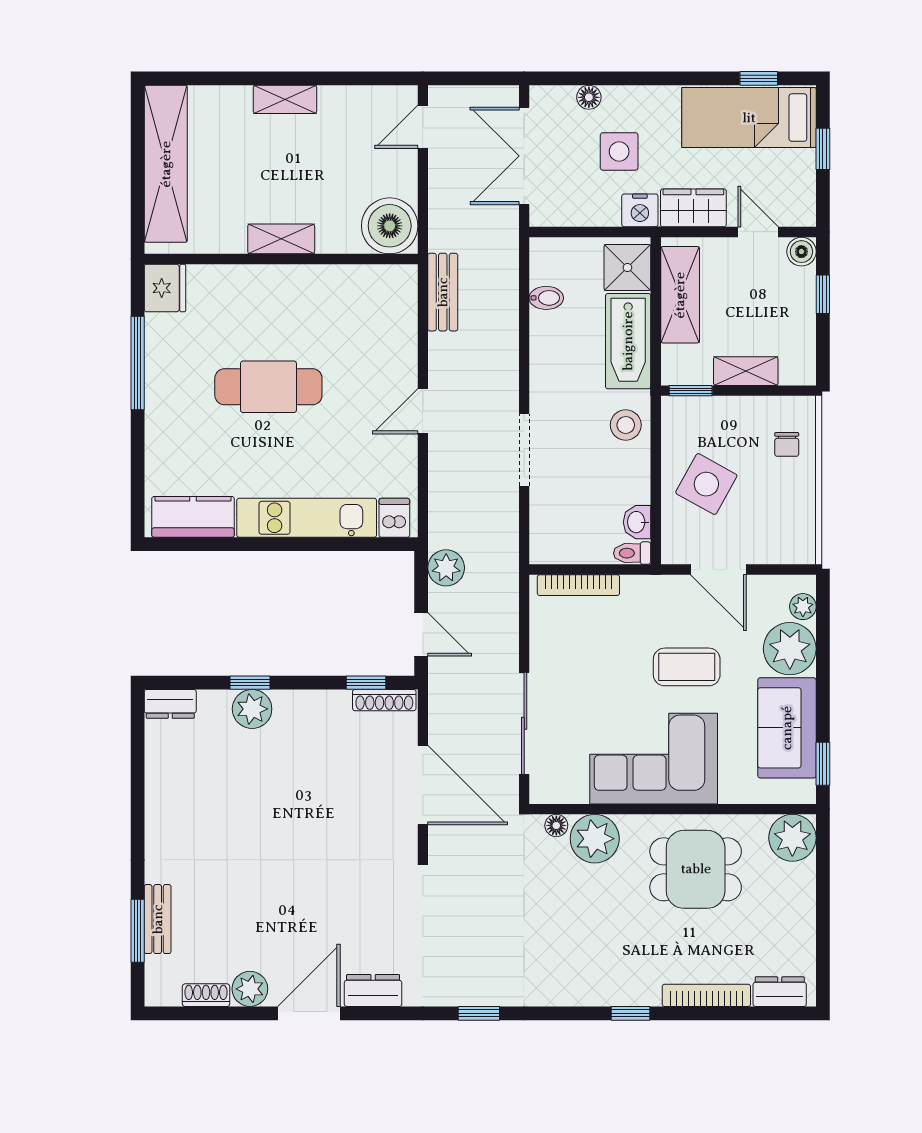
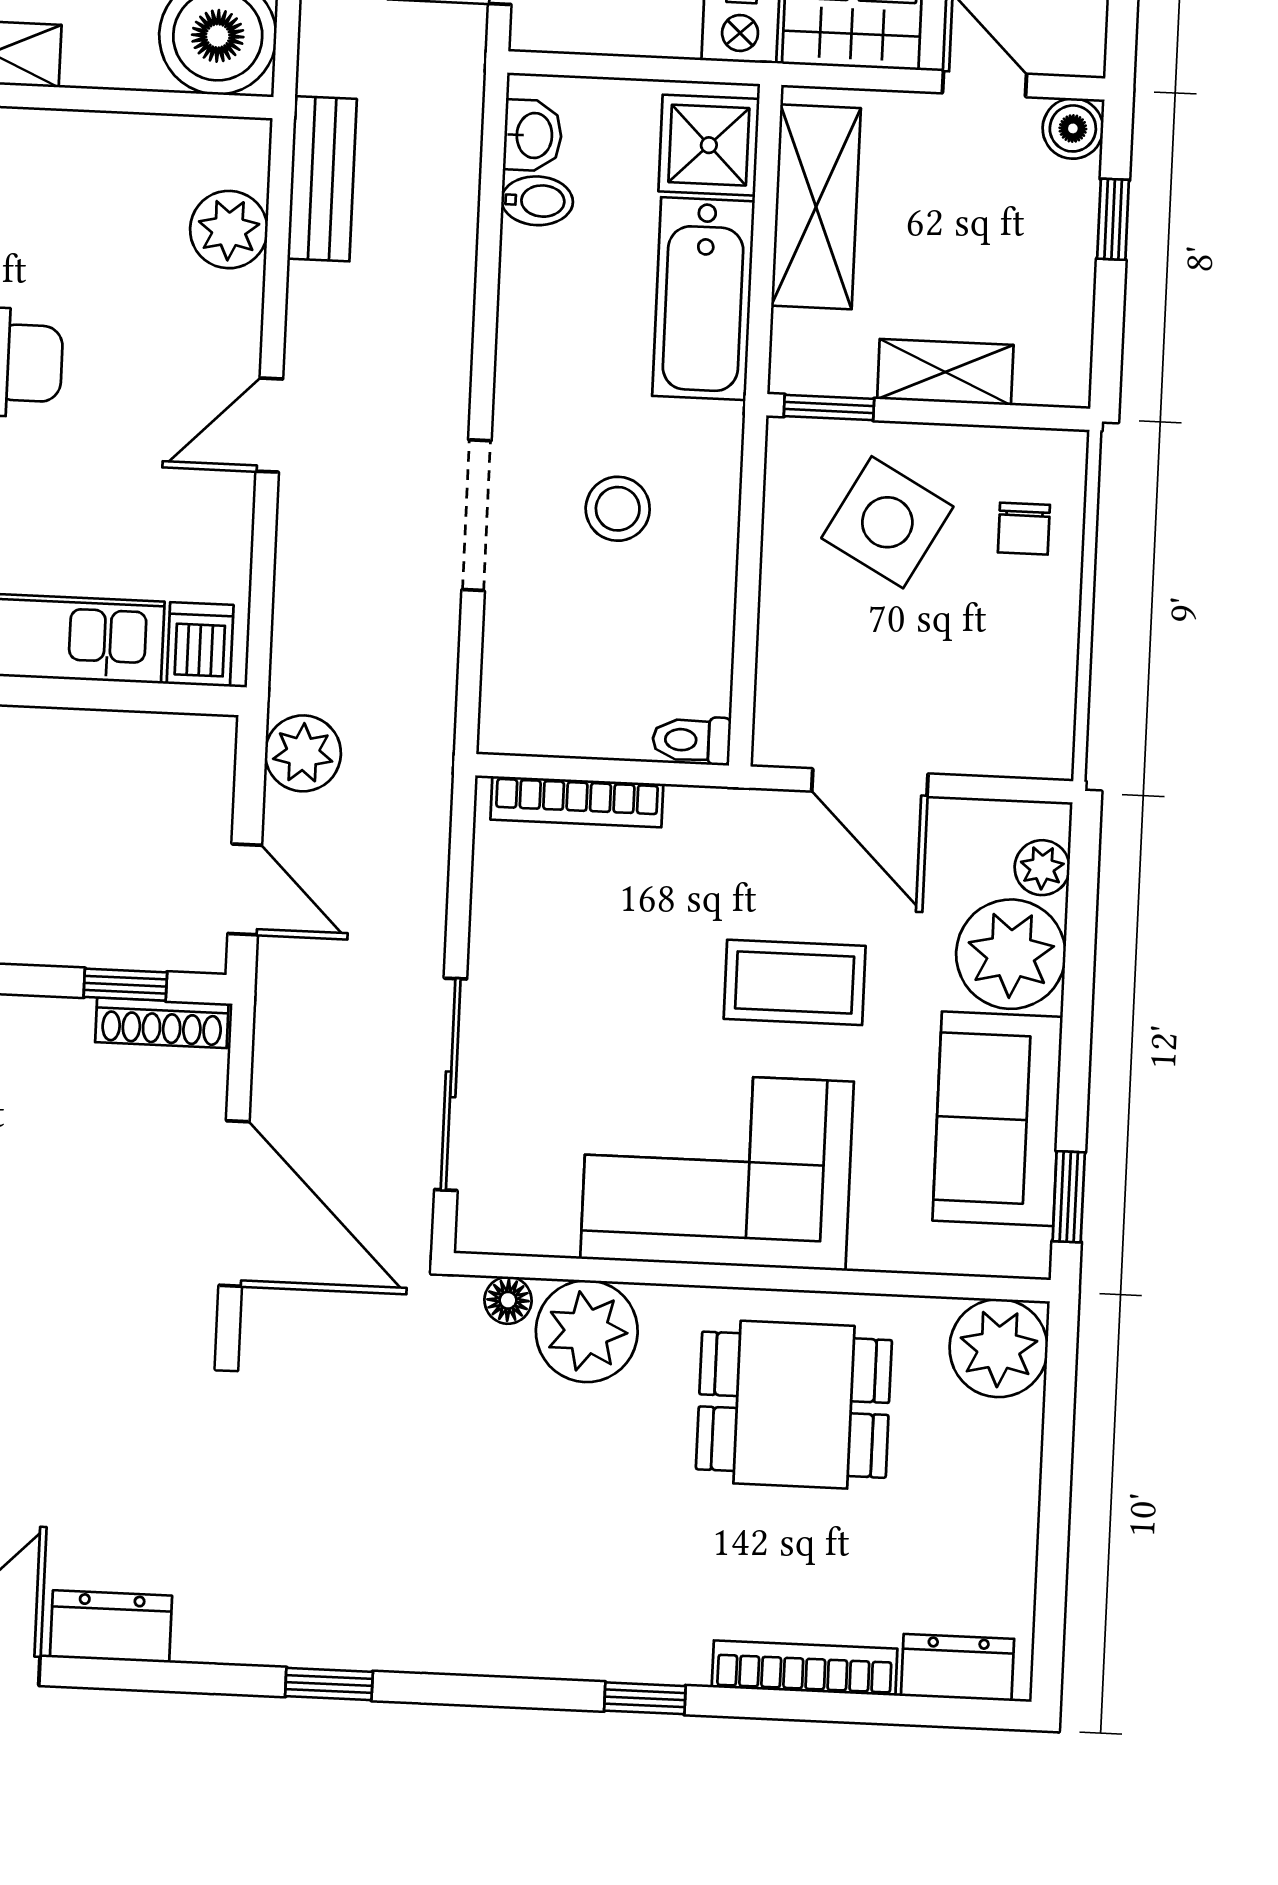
plant: (399, 318) -> (229, 230), added
stool: (626, 425) -> (618, 509), moved
side table: (706, 484) -> (887, 522), moved
washbasin: (637, 522) -> (533, 135), moved, turned 180

